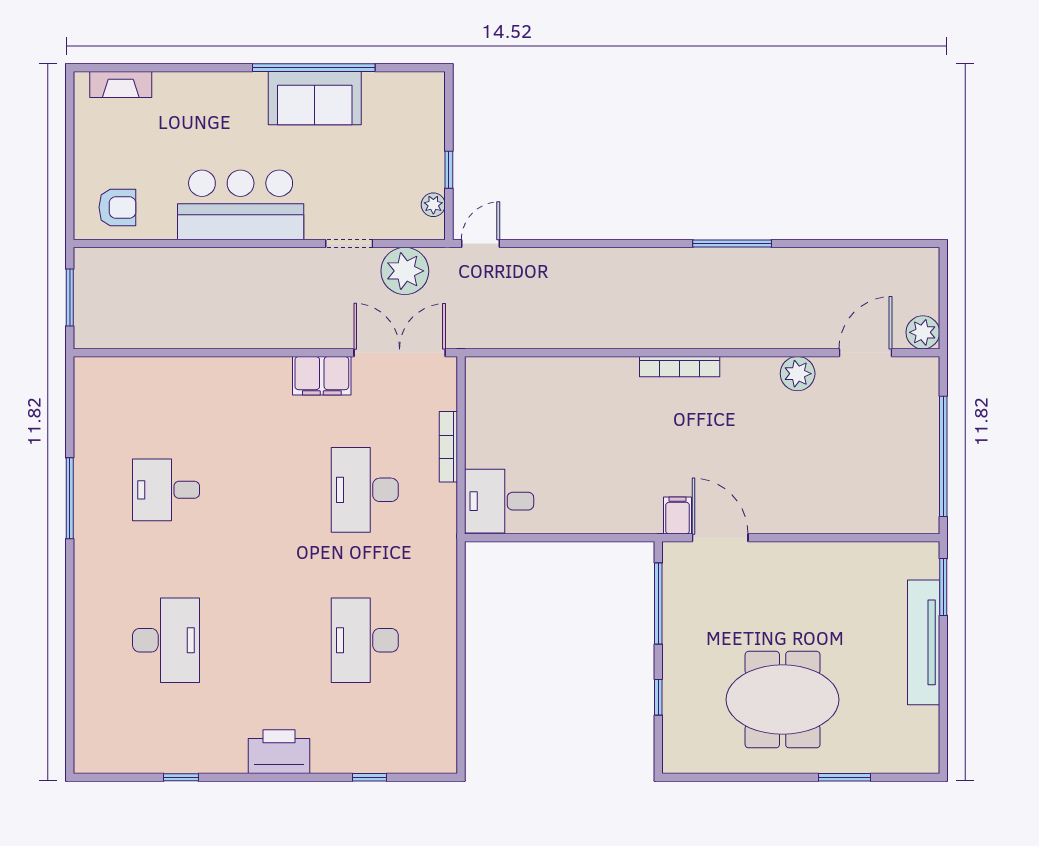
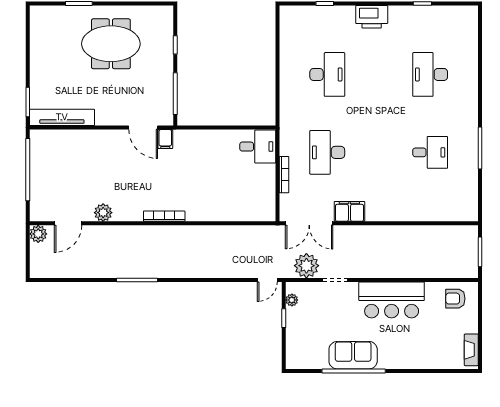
fireplace: (121, 84) -> (471, 350), moved, turned -90
desk: (365, 490) -> (327, 152), turned 180
tv unit: (924, 642) -> (62, 117), moved, turned -90

